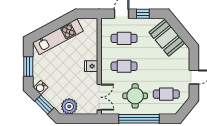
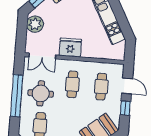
fridge: (91, 66) -> (70, 47), width x1.88, depth x1.34

